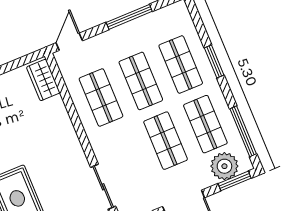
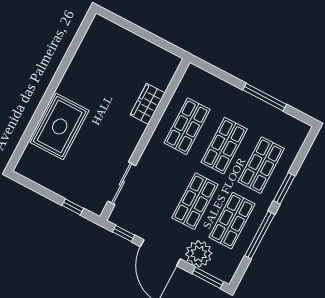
door: (69, 42) -> (209, 68), removed
wardrobe: (43, 80) -> (148, 104), moved
window: (243, 131) -> (260, 235), moved
plant: (224, 166) -> (199, 254), moved

